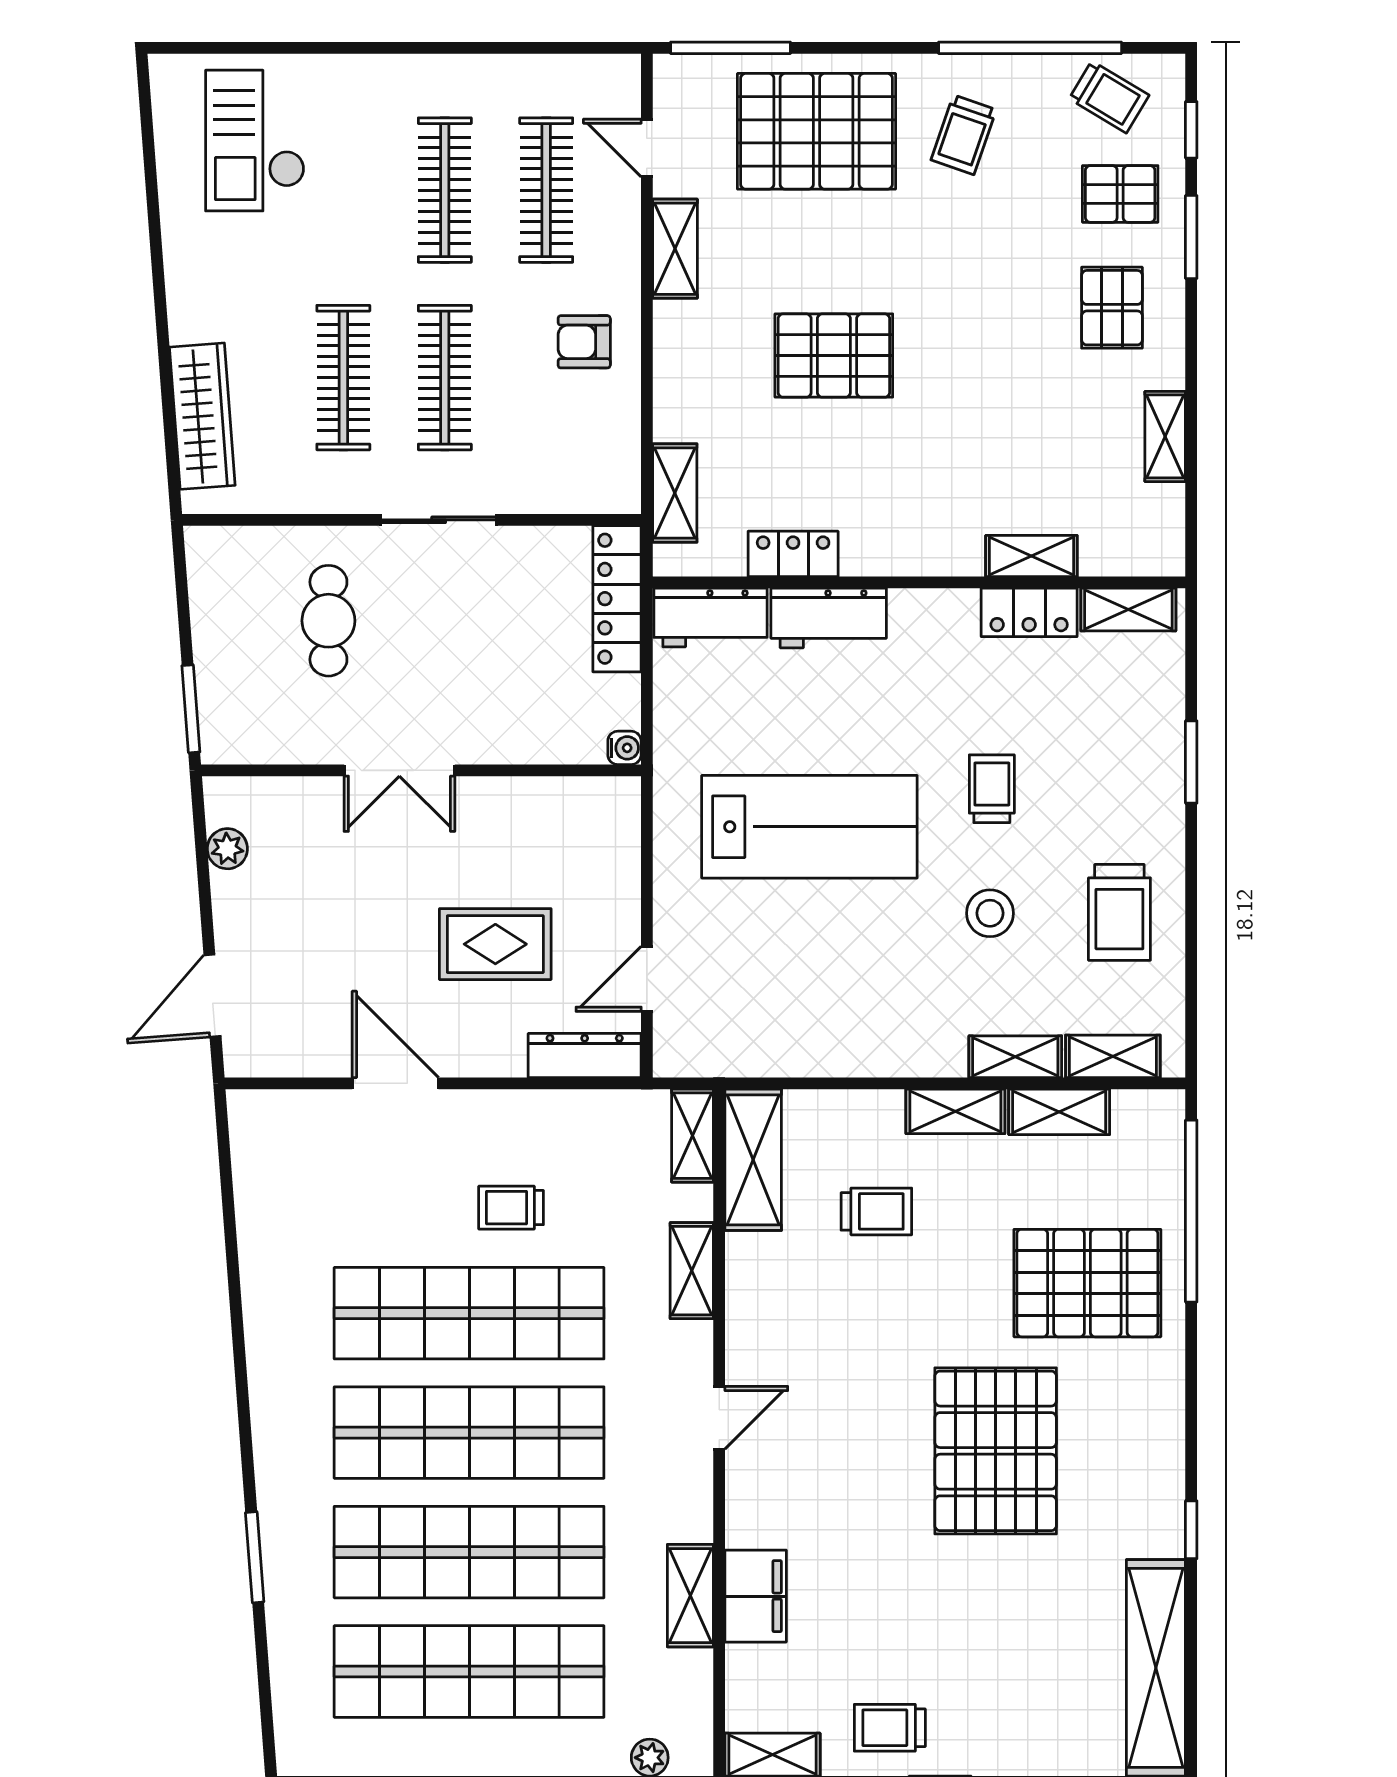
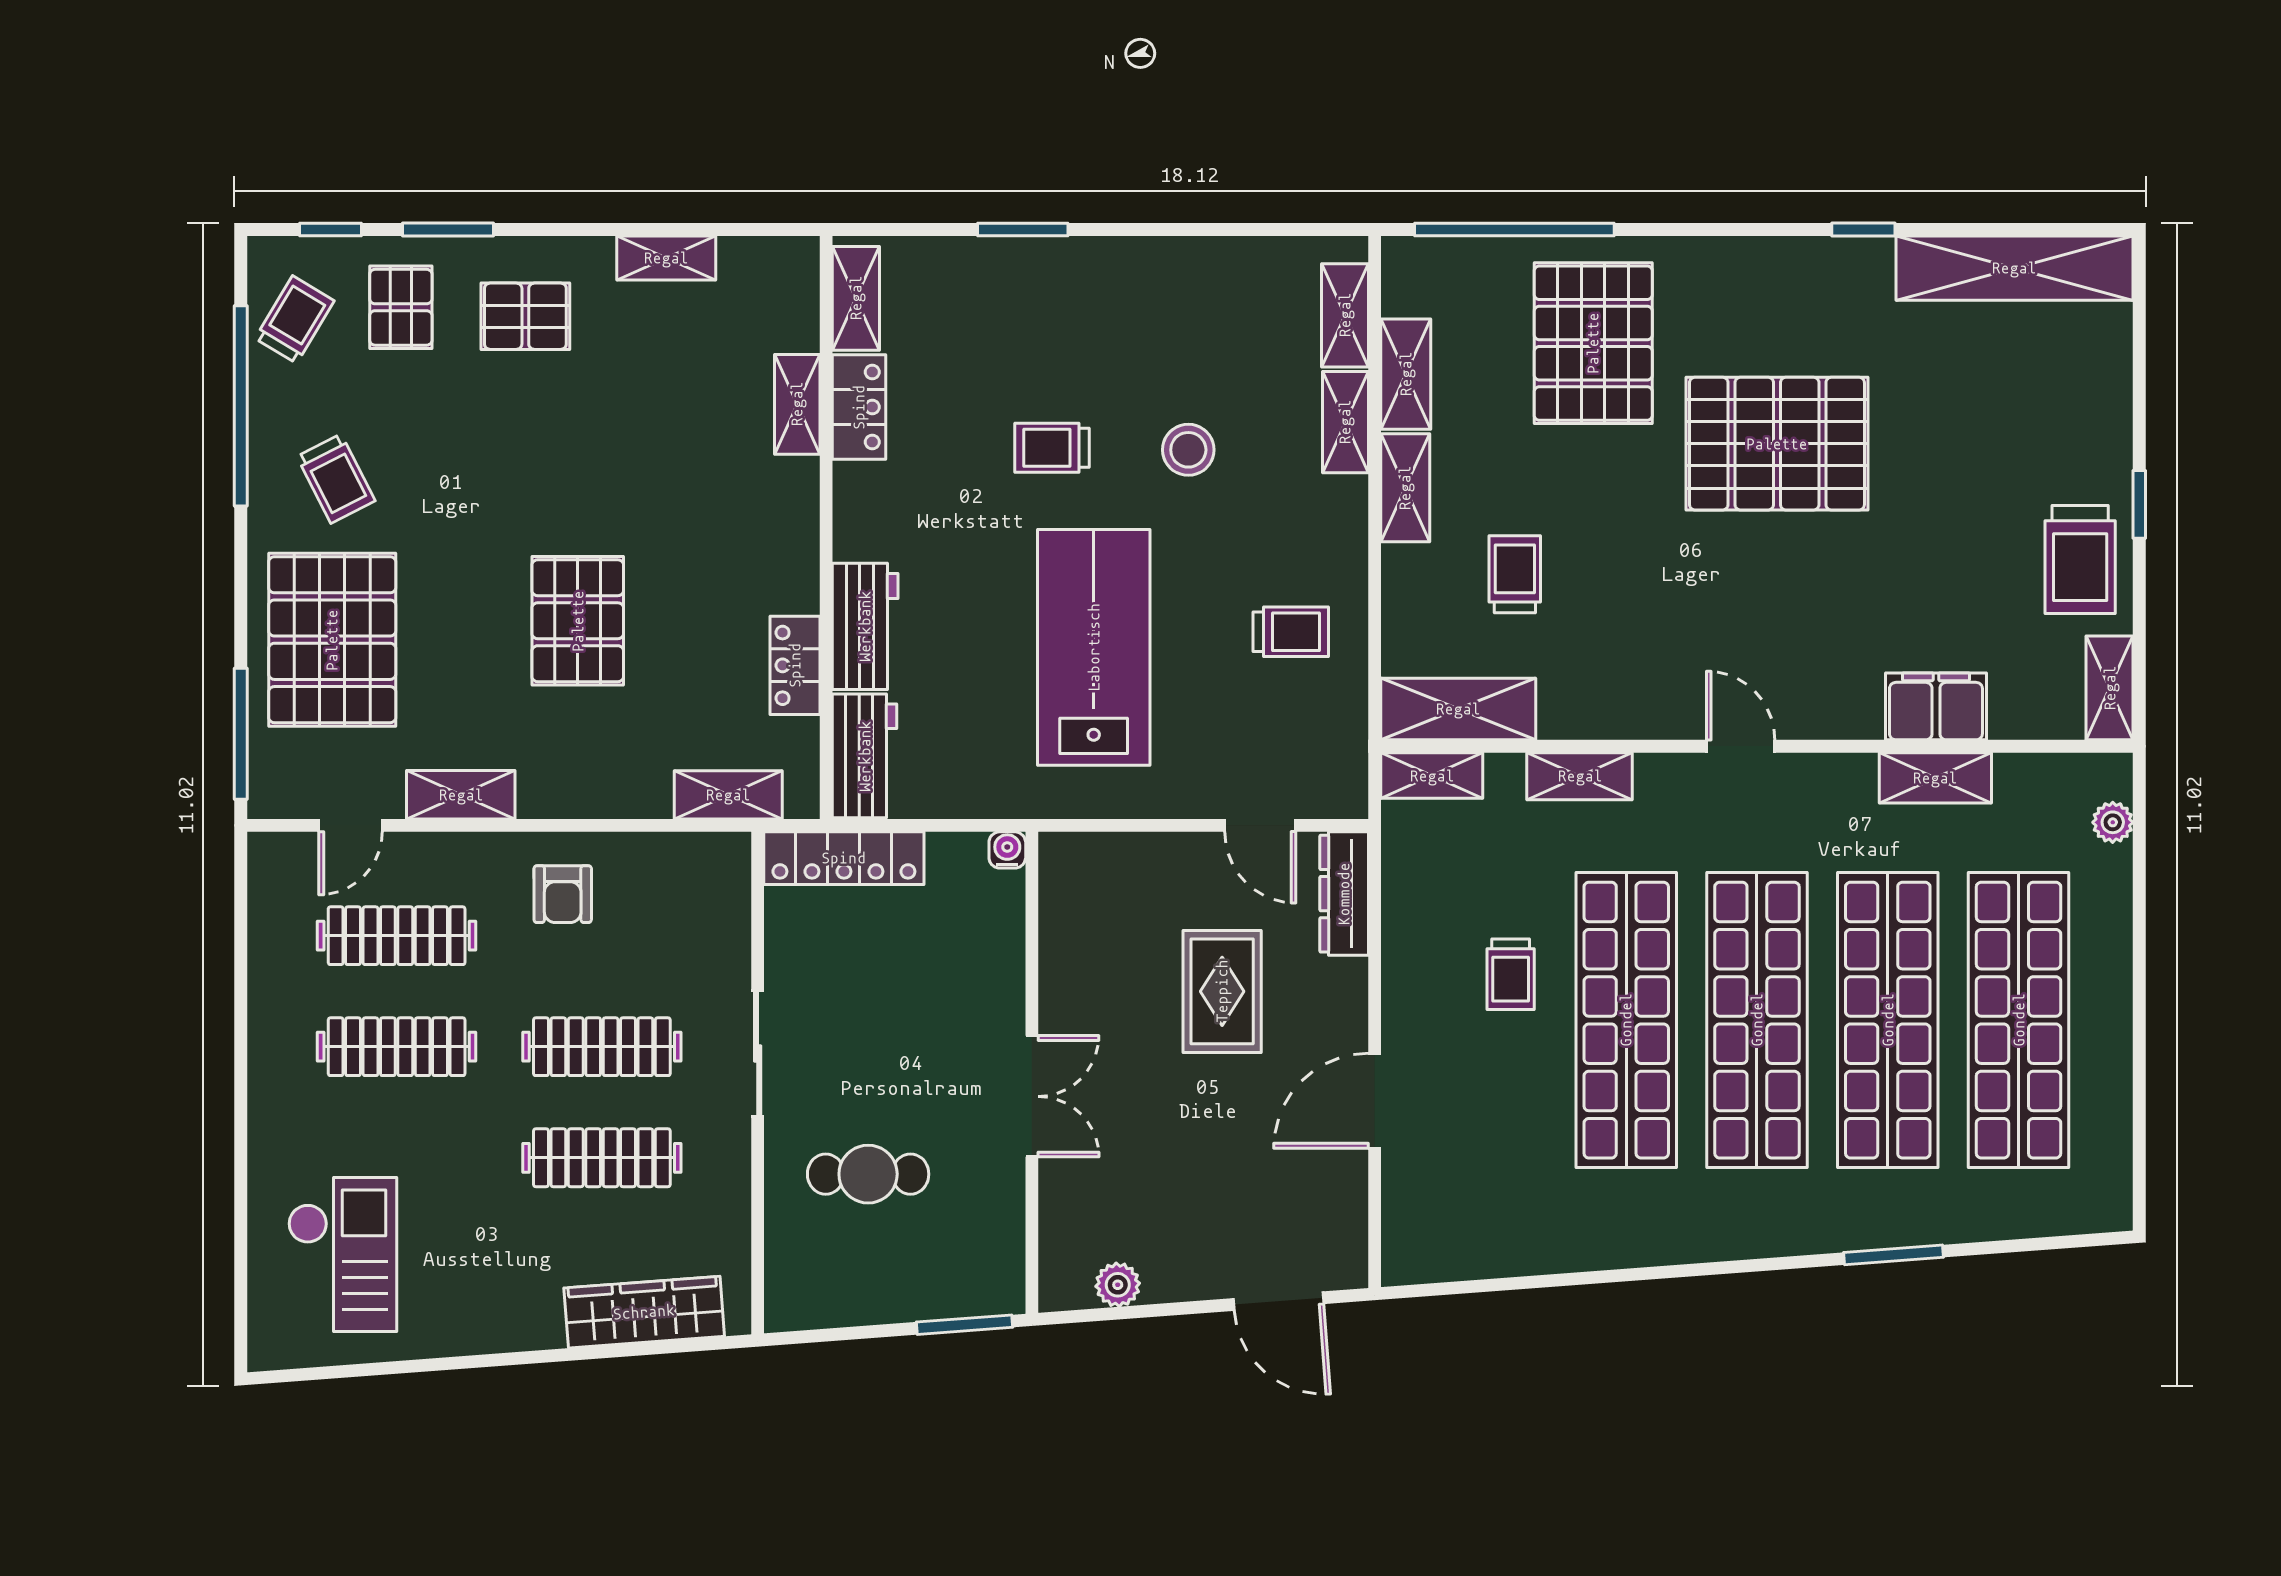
trolley: (964, 135) -> (336, 479), turned 44
checkout: (255, 141) -> (342, 1254), turned -90
trolley: (1119, 912) -> (1291, 632), moved, width x0.73, depth x0.72
trolley: (890, 1728) -> (2080, 559), width x1.36, depth x1.39

